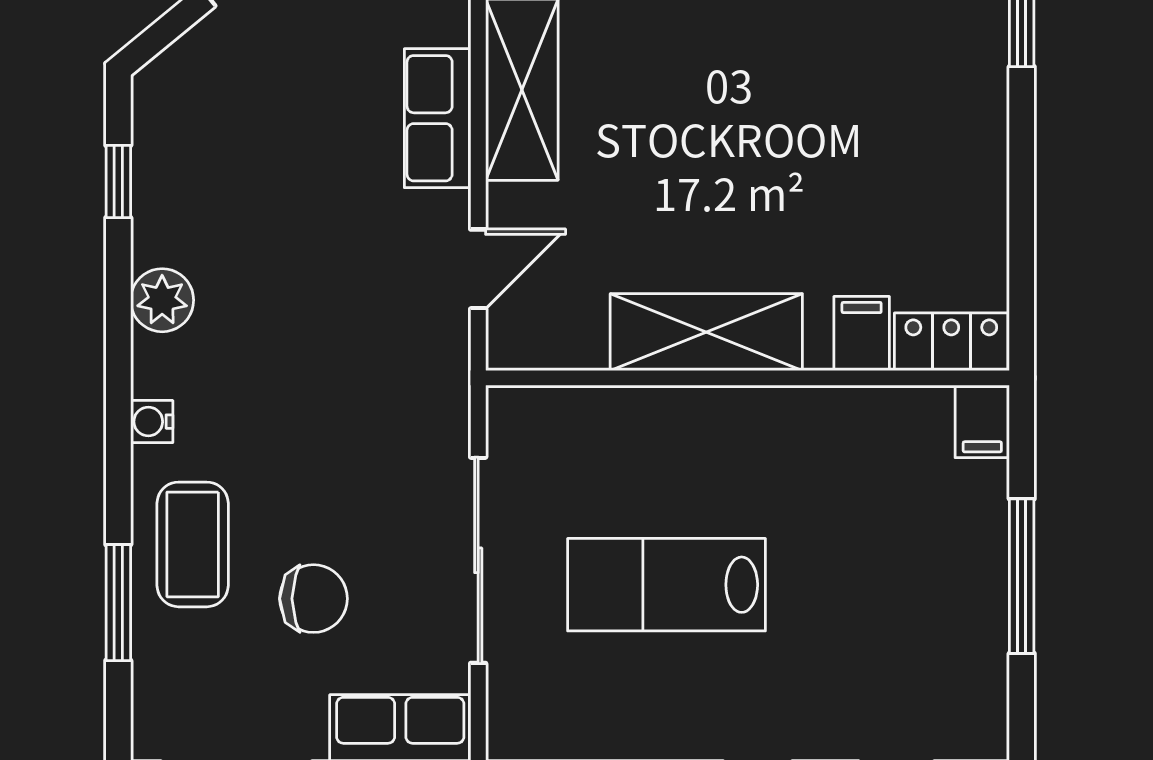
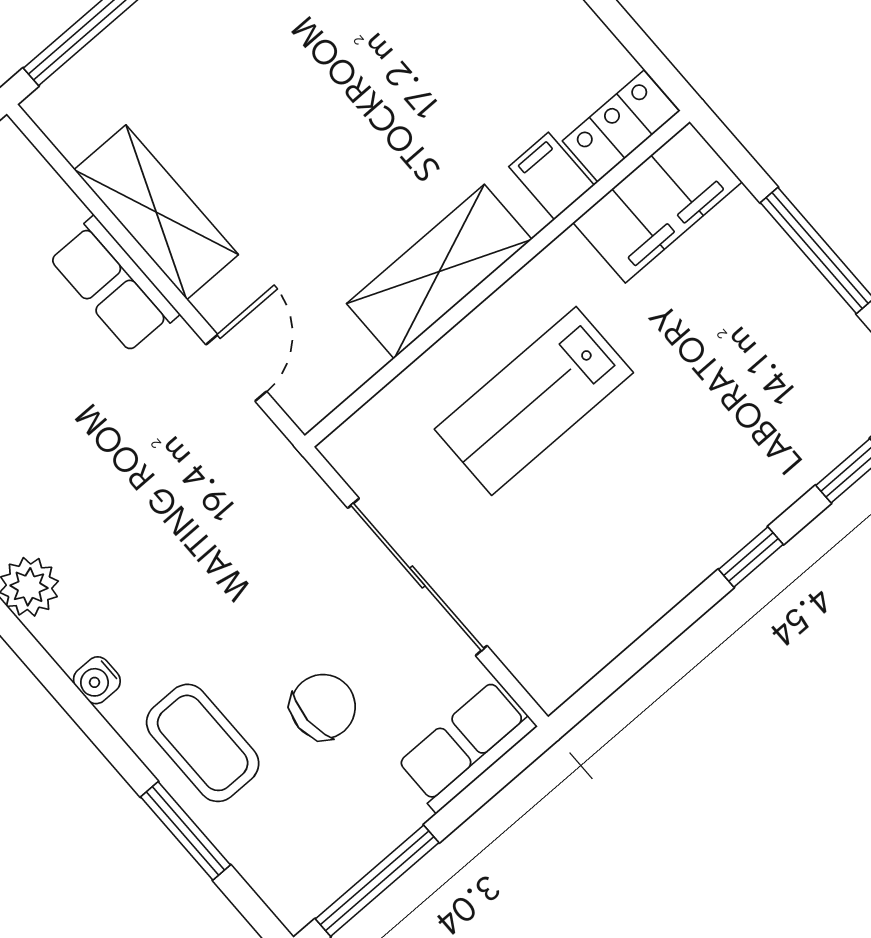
filing cabinet: (982, 421) -> (657, 202), width x3.00, depth x1.17
lab bench: (667, 585) -> (534, 401), moved

